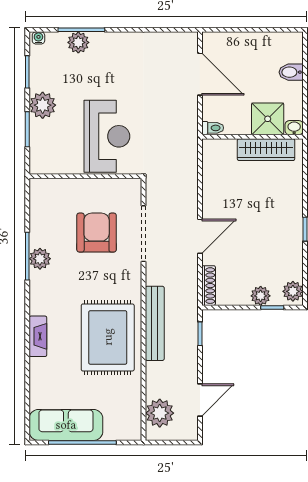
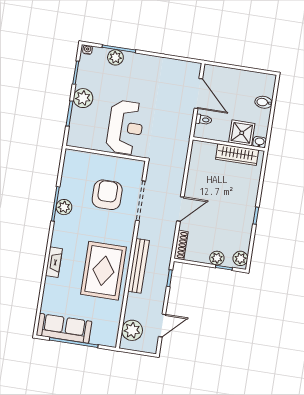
toilet: (213, 128) -> (204, 120), moved

